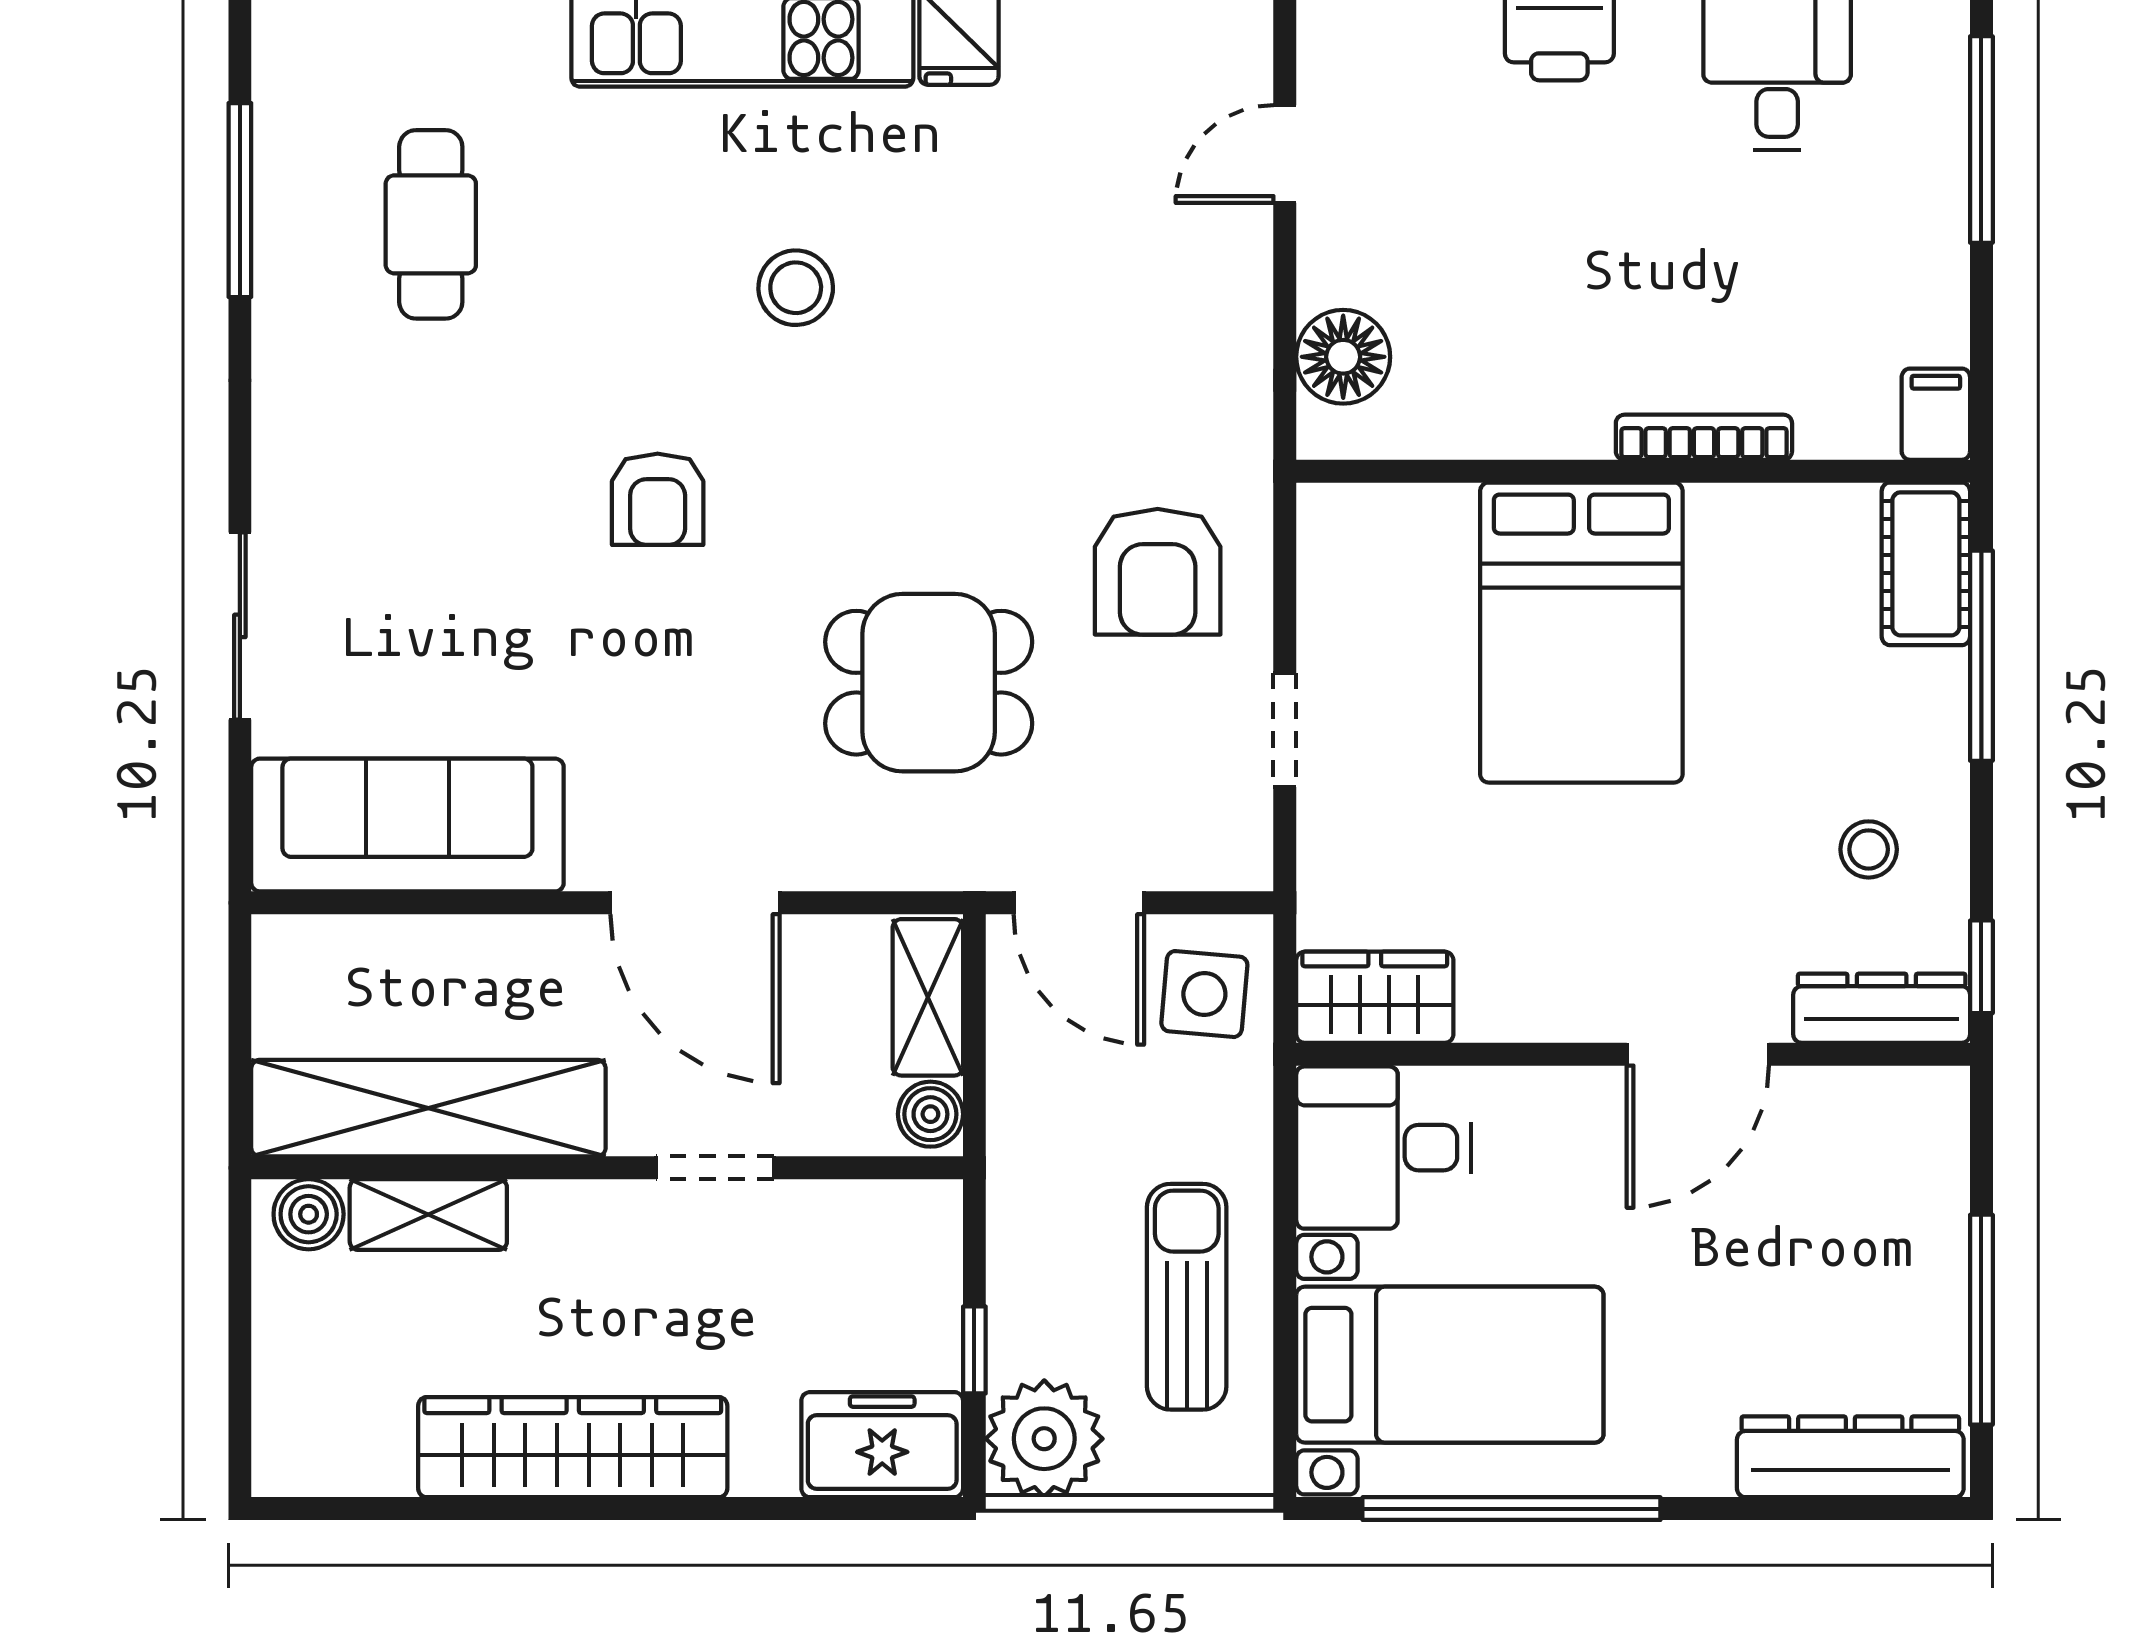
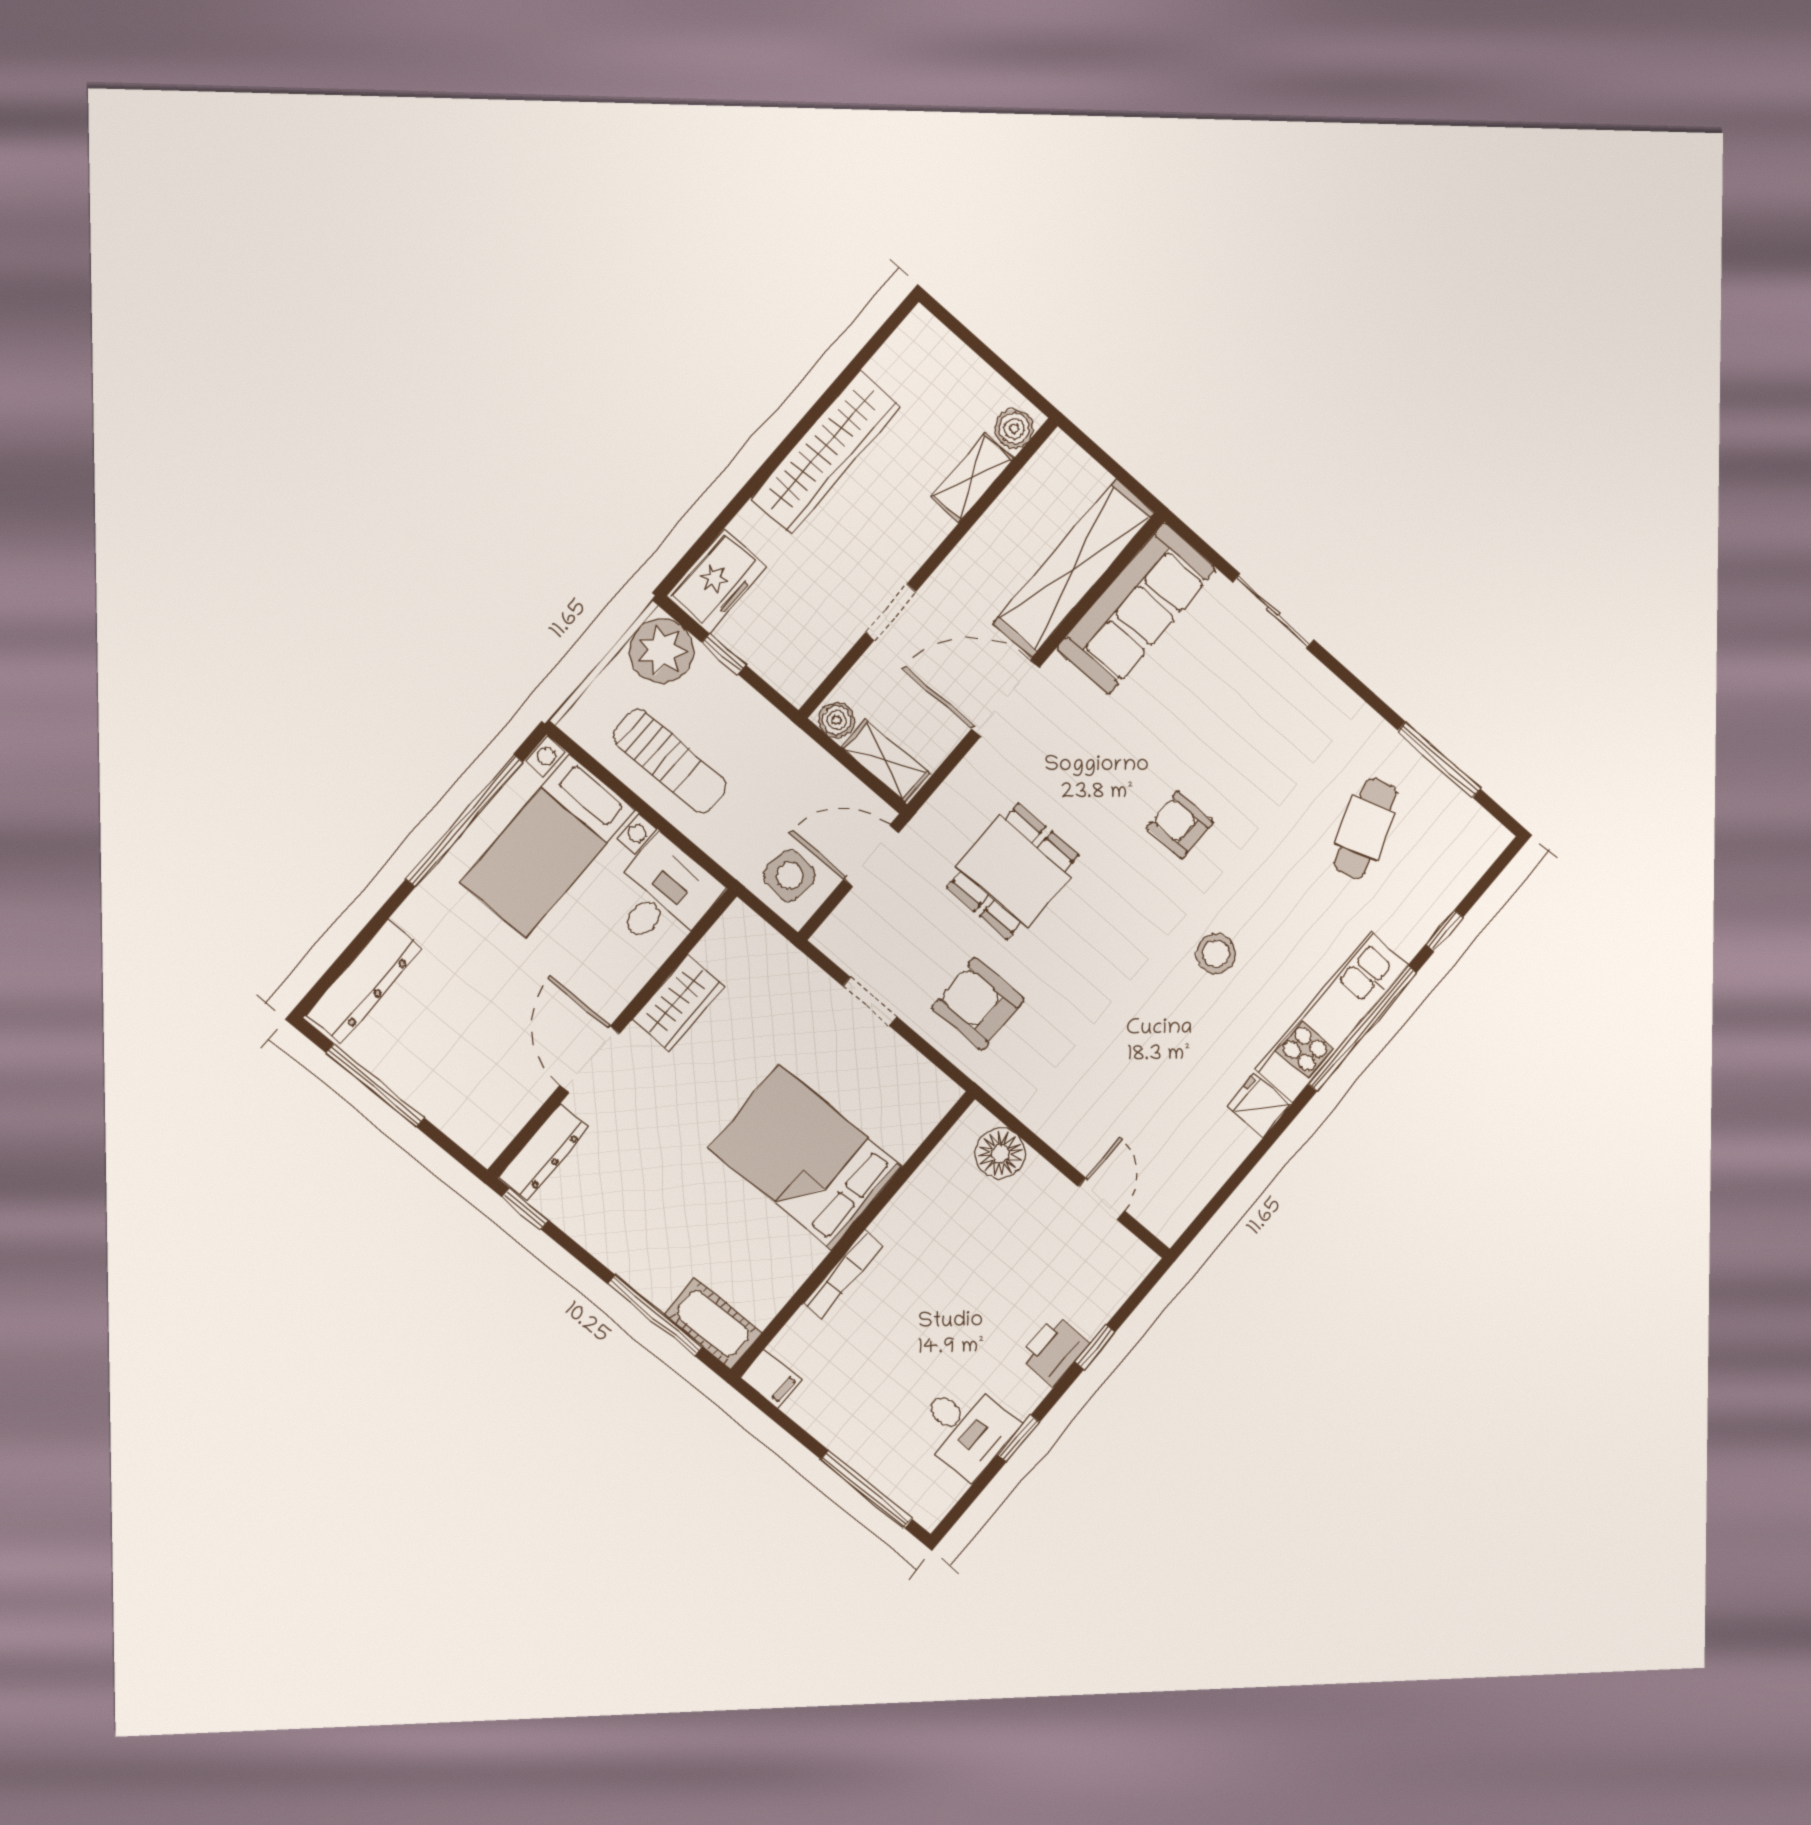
cafe table: (431, 224) -> (1365, 828), turned 71
stool: (1869, 849) -> (615, 1202), removed
wardrobe: (1375, 997) -> (679, 1003), moved
shelving: (428, 1108) -> (1074, 568), moved

